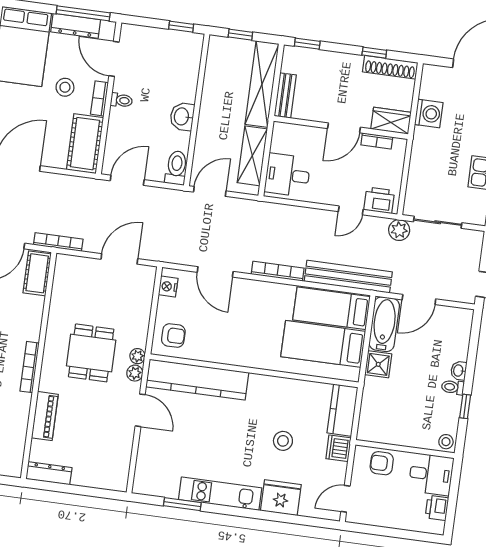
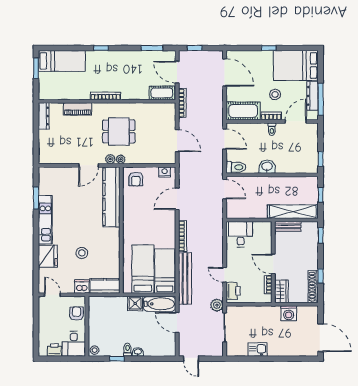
shelving: (252, 156) -> (249, 212), removed

